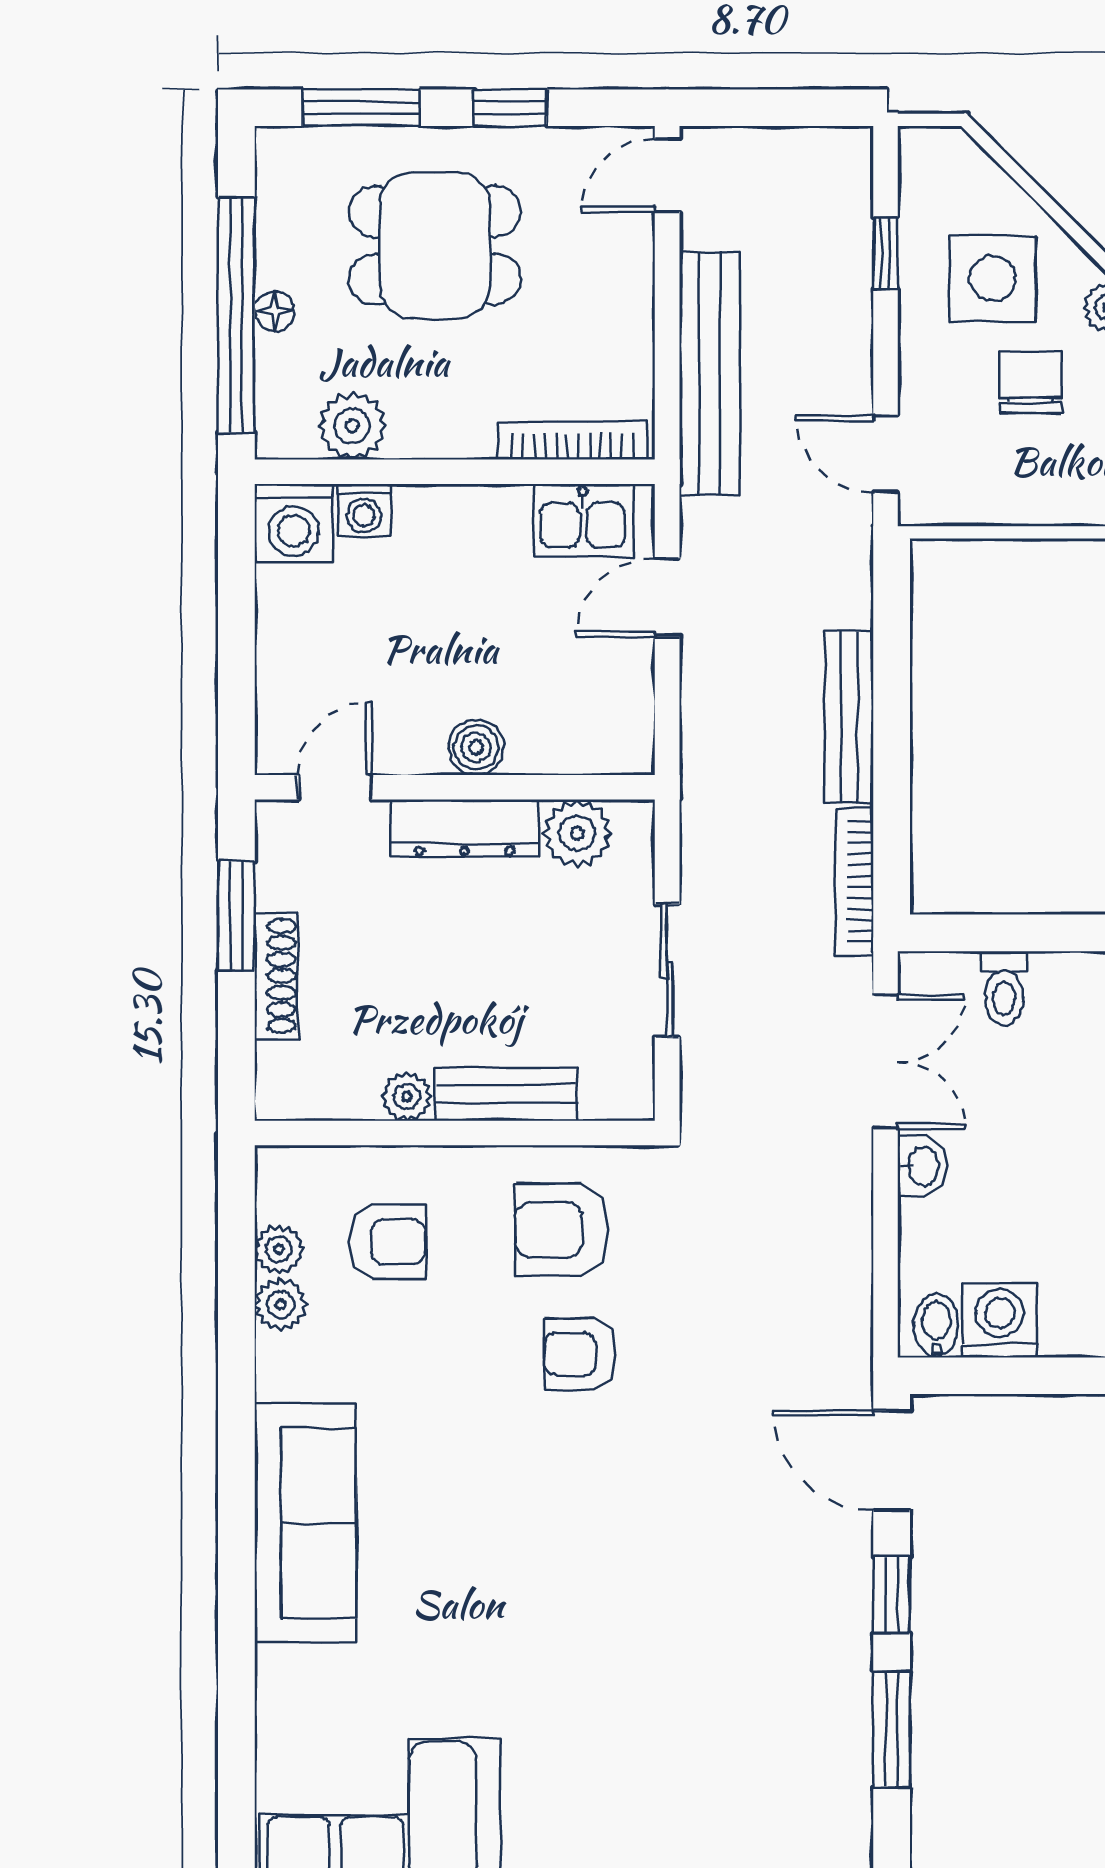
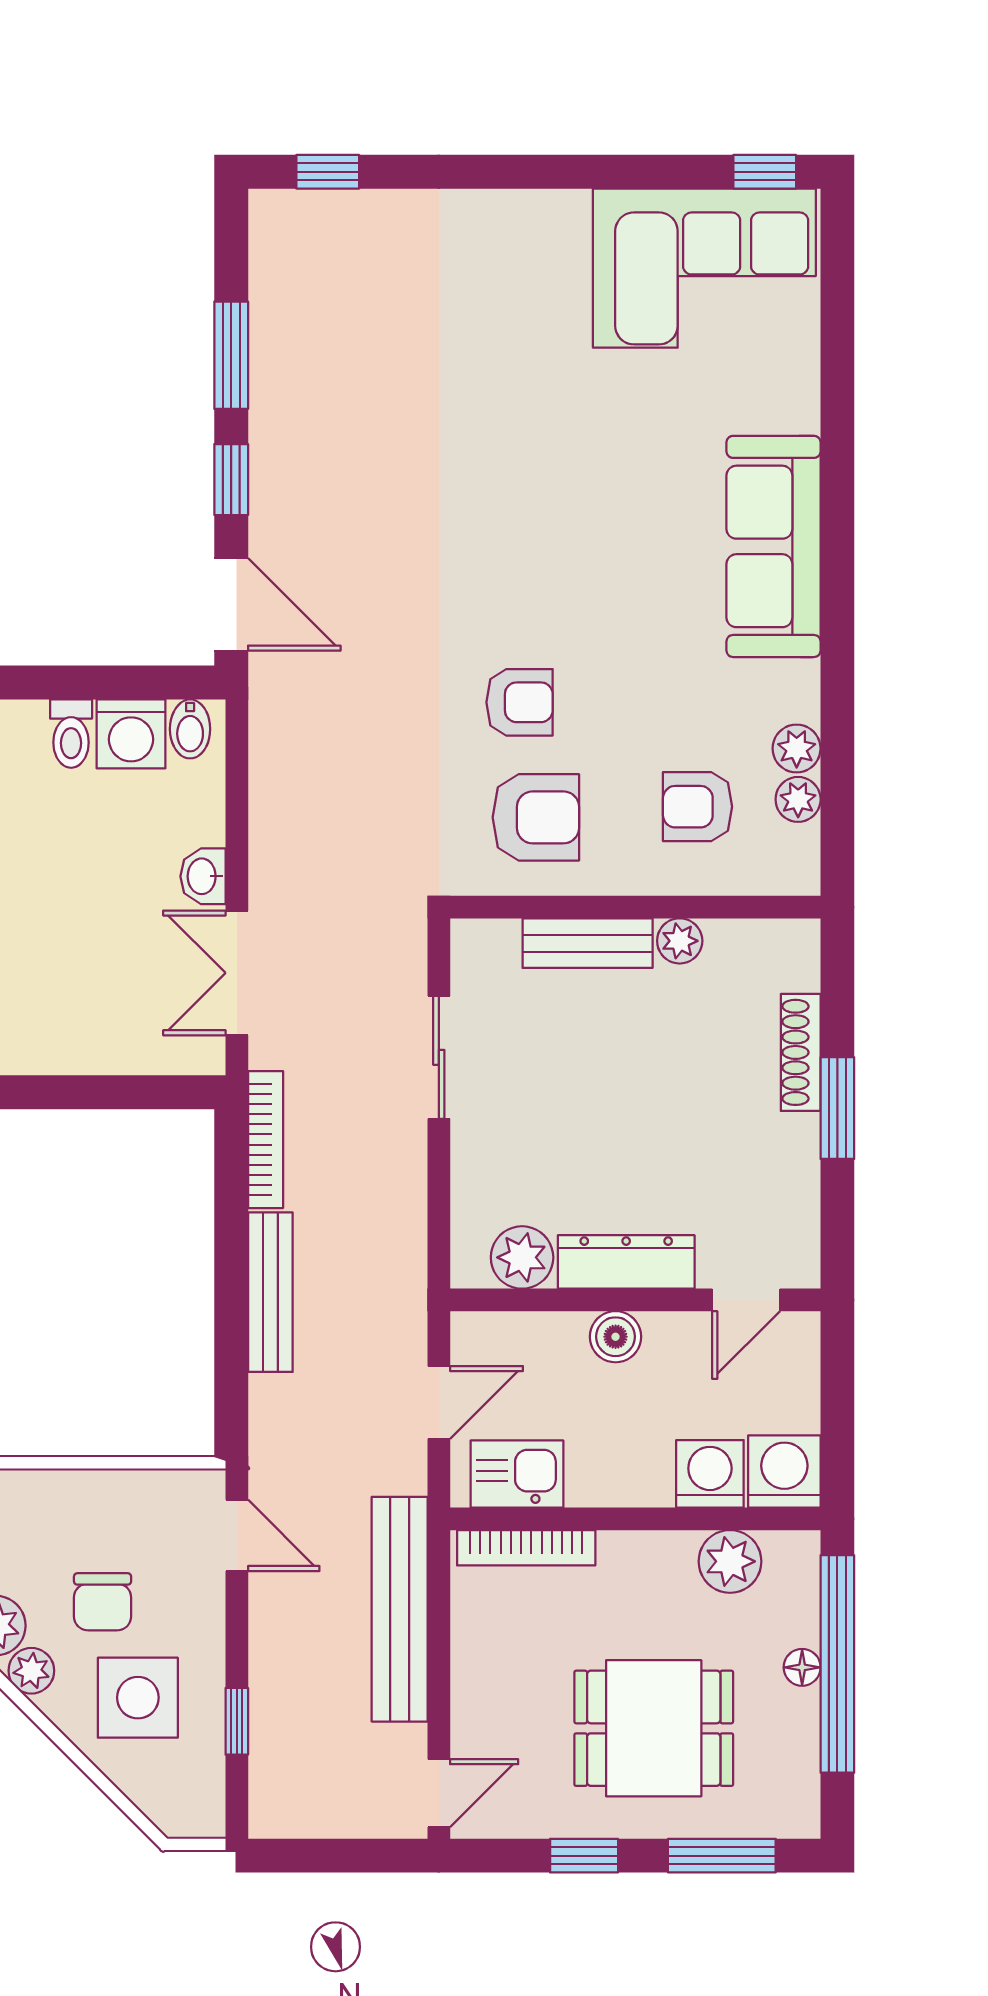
washing machine: (364, 510) -> (710, 1474), width x1.38, depth x1.38
boiler: (476, 747) -> (616, 1337), moved
door: (335, 787) -> (746, 1300), moved
wall: (455, 787) -> (635, 1300), moved
dresser: (465, 828) -> (626, 1262), moved
plant: (577, 833) -> (522, 1257), moved
toilet: (1004, 988) -> (71, 734), moved, turned 180

